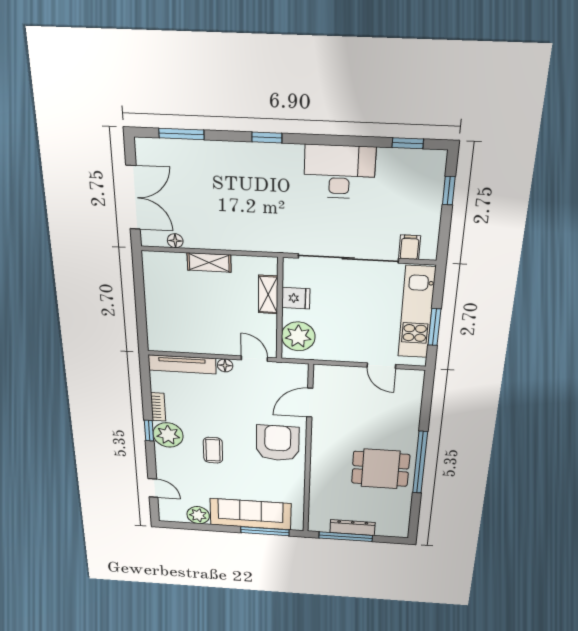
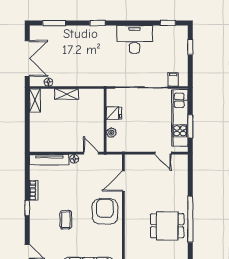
shelving: (268, 295) -> (35, 100), moved
plant: (298, 336) -> (111, 133), width x0.53, depth x0.53
plant: (168, 435) -> (39, 210), removed

